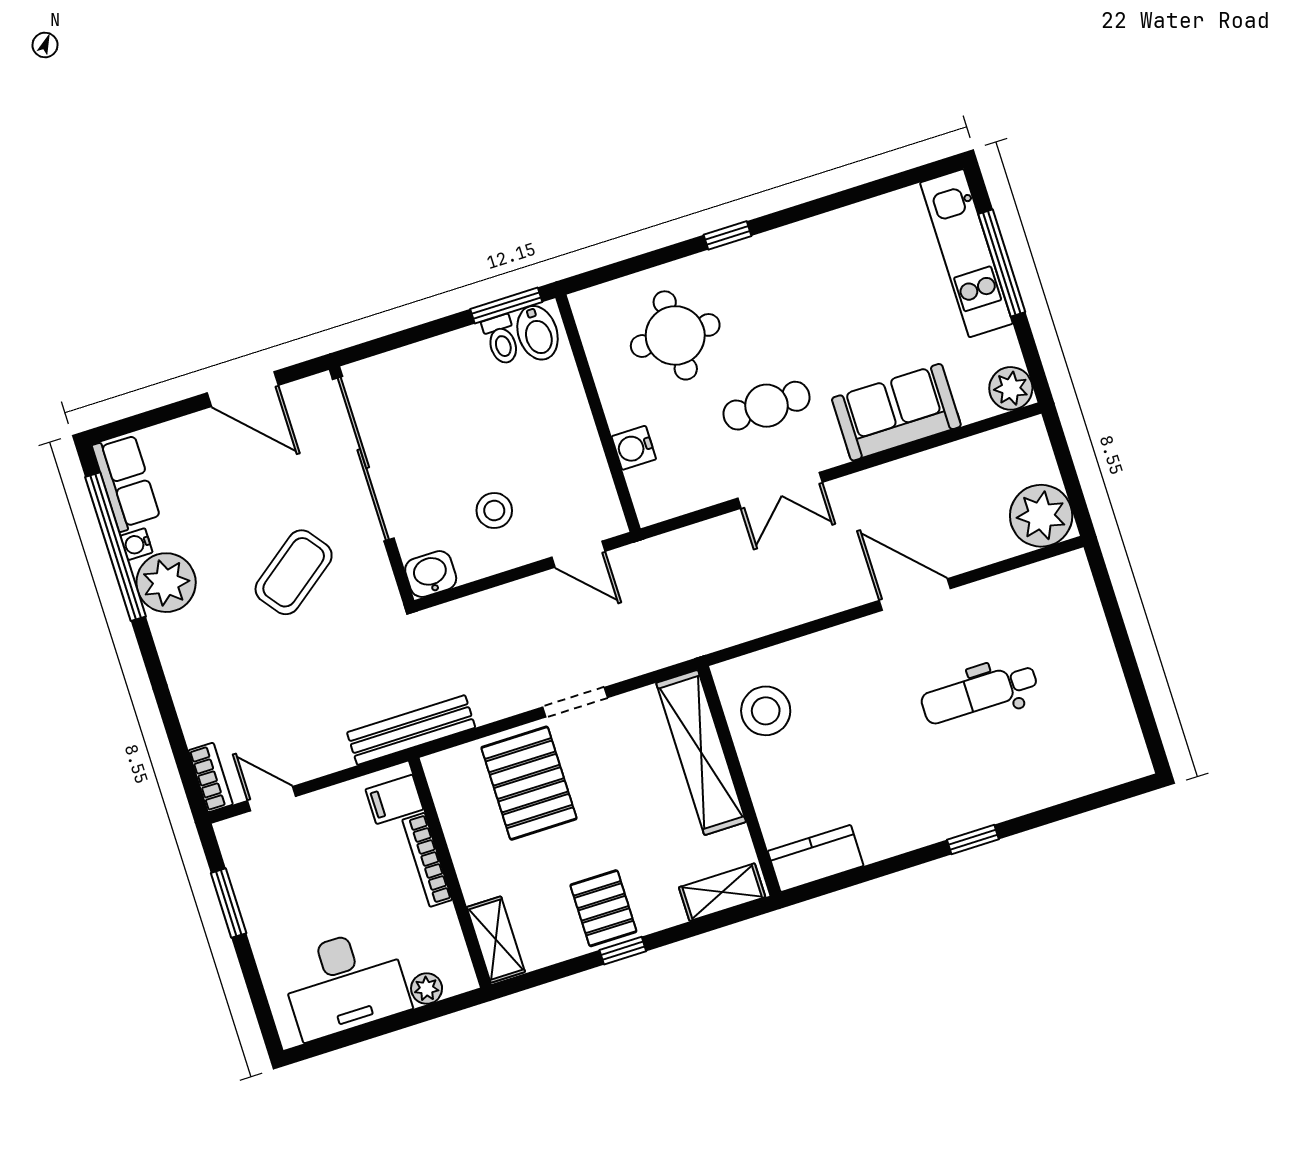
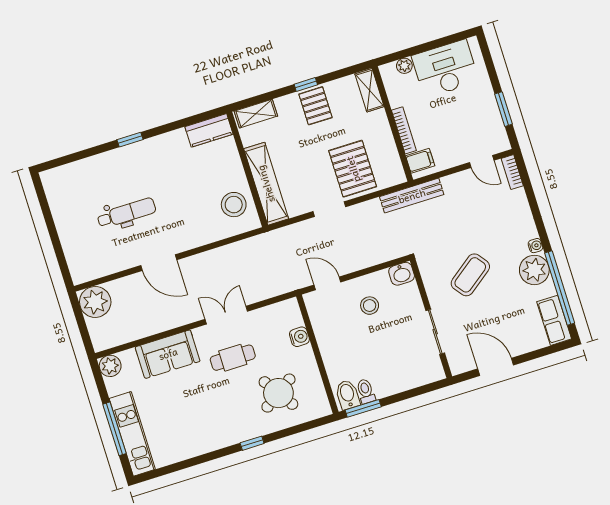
round table: (675, 335) -> (278, 393), turned -34
sliding door: (363, 459) -> (435, 332), width x0.54
water cooler: (136, 544) -> (535, 246), moved

